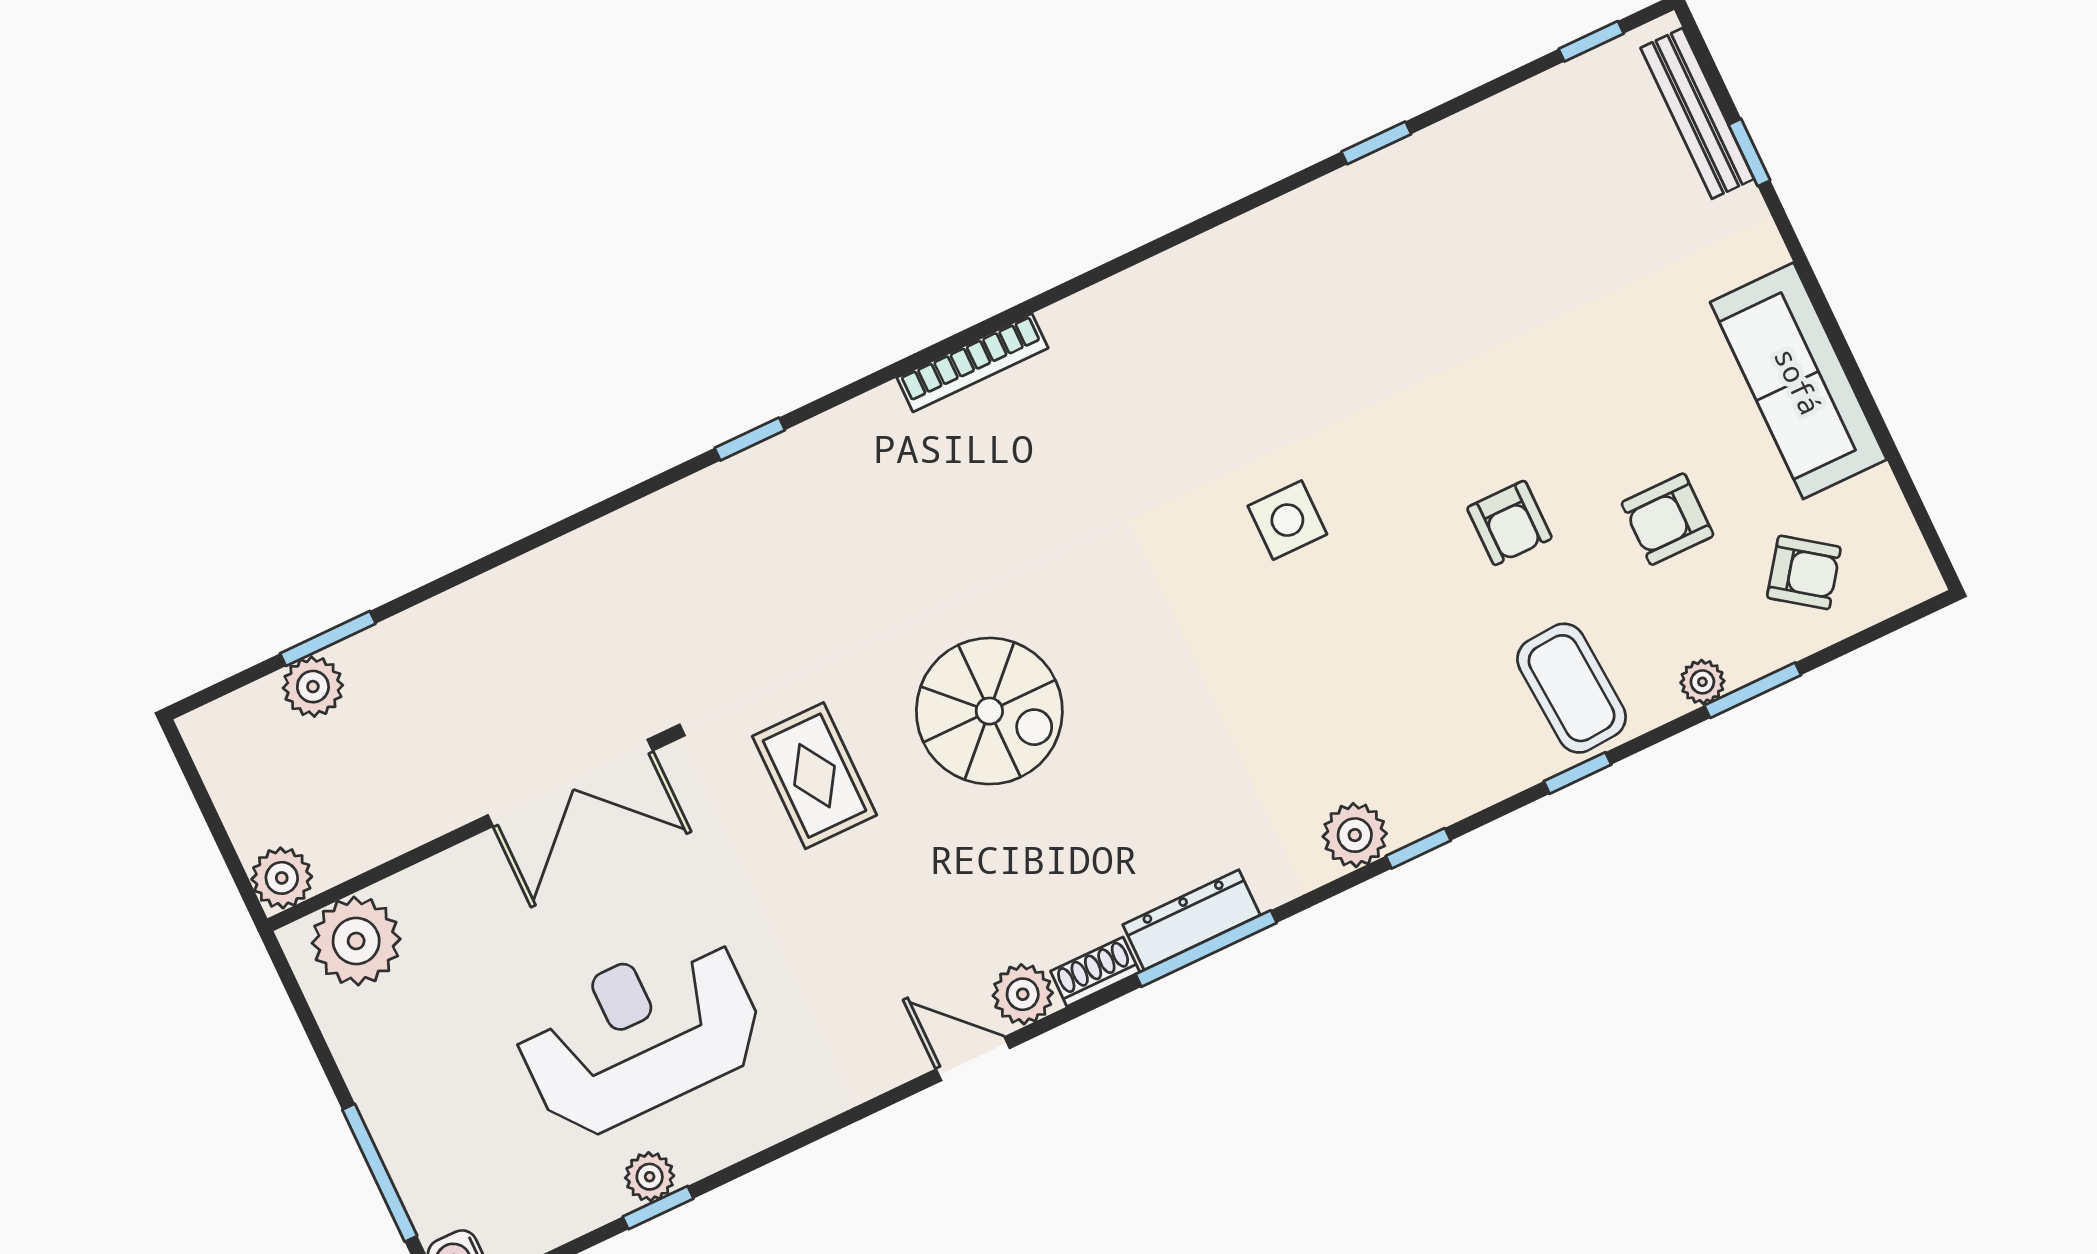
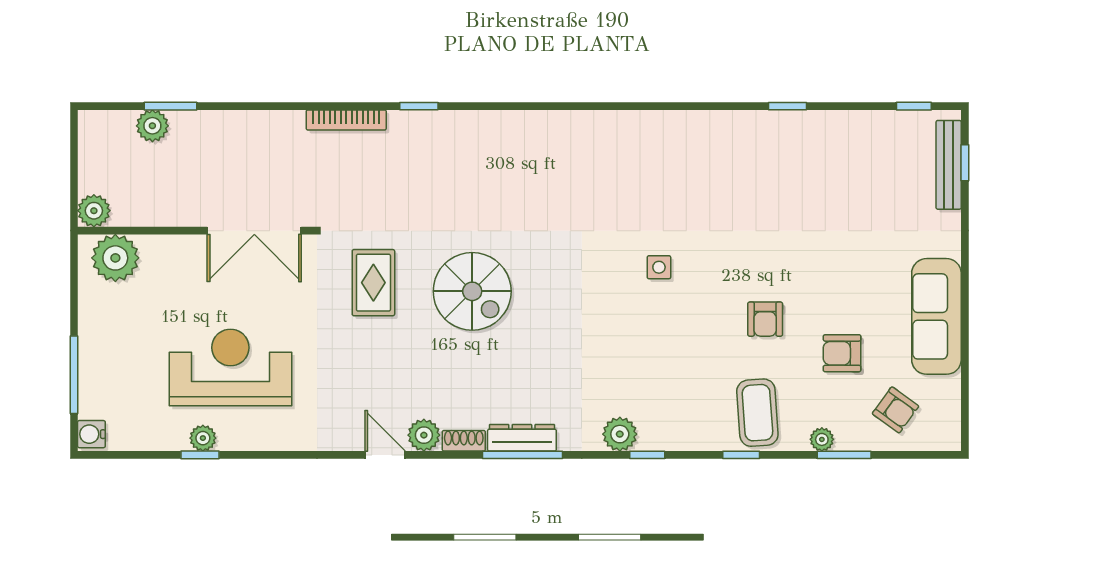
window: (1749, 152) -> (965, 163), moved
bookcase: (972, 363) -> (346, 120), moved
side table: (1287, 520) -> (659, 267), width x0.73, depth x0.73

